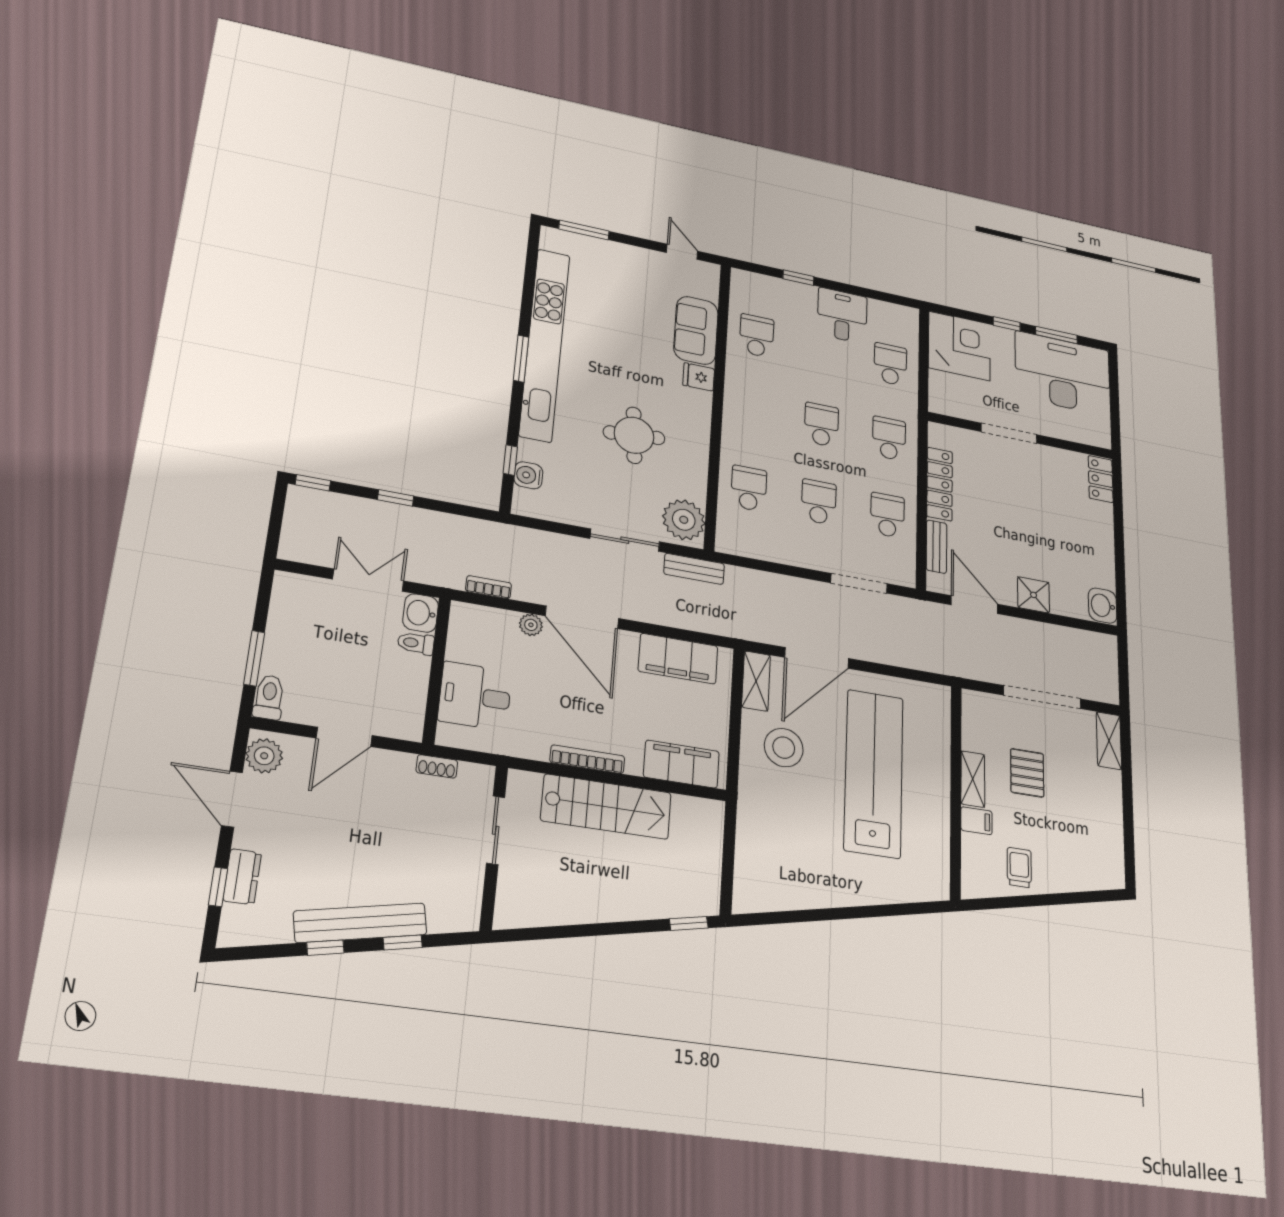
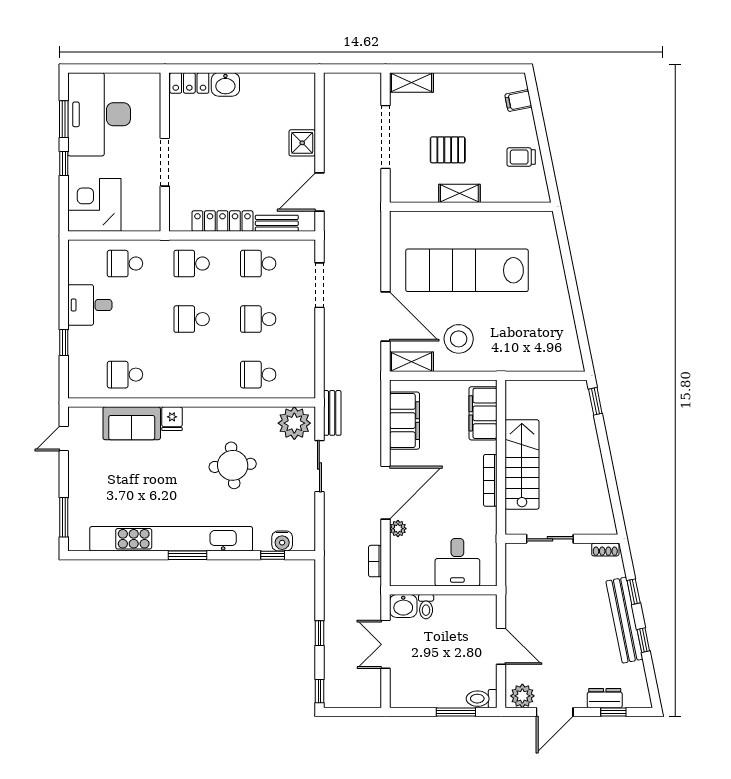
washbasin: (1103, 606) -> (225, 84), moved
shoe rack: (437, 766) -> (605, 549), moved, turned 90
filing cabinet: (976, 821) -> (518, 101), moved, turned -101

